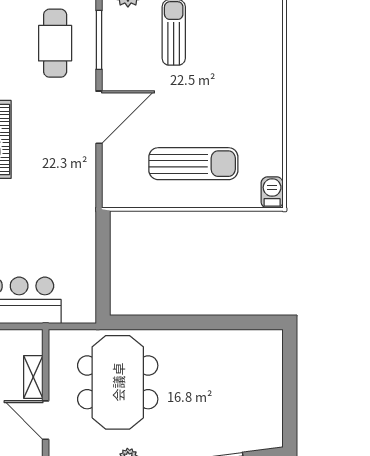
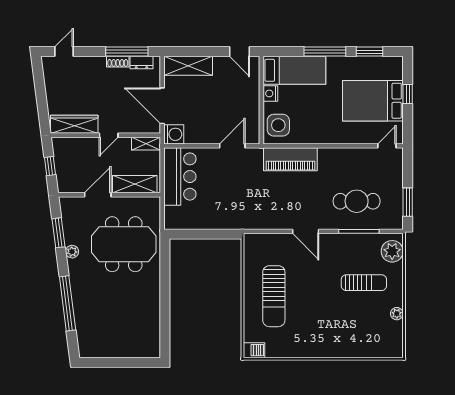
door: (99, 117) -> (306, 231), width x0.73
shelving: (33, 377) -> (135, 184), width x1.50, depth x1.33

